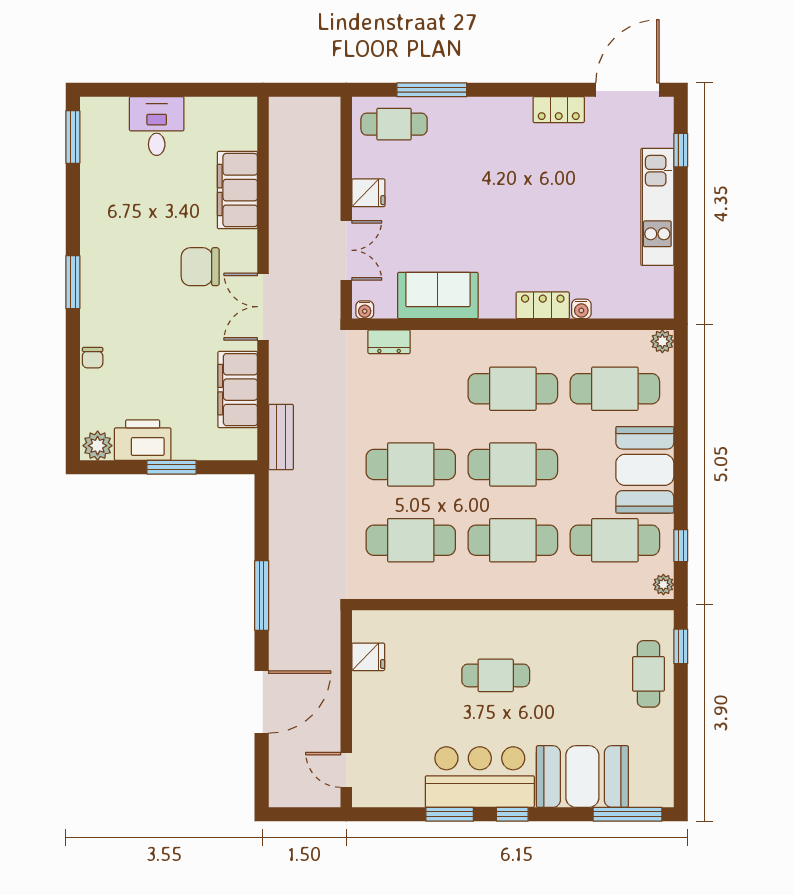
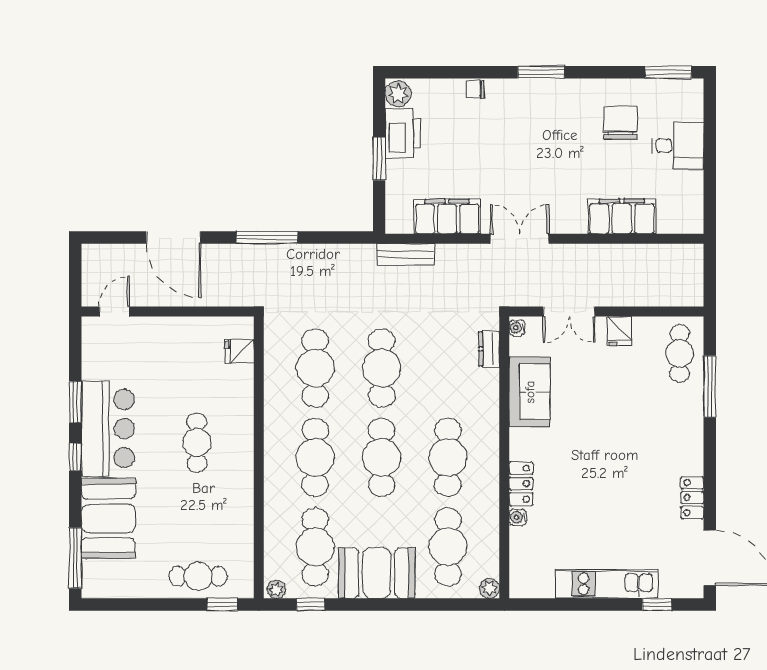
chair: (200, 267) -> (620, 123), moved
fridge: (368, 657) -> (240, 351), moved, turned 90

